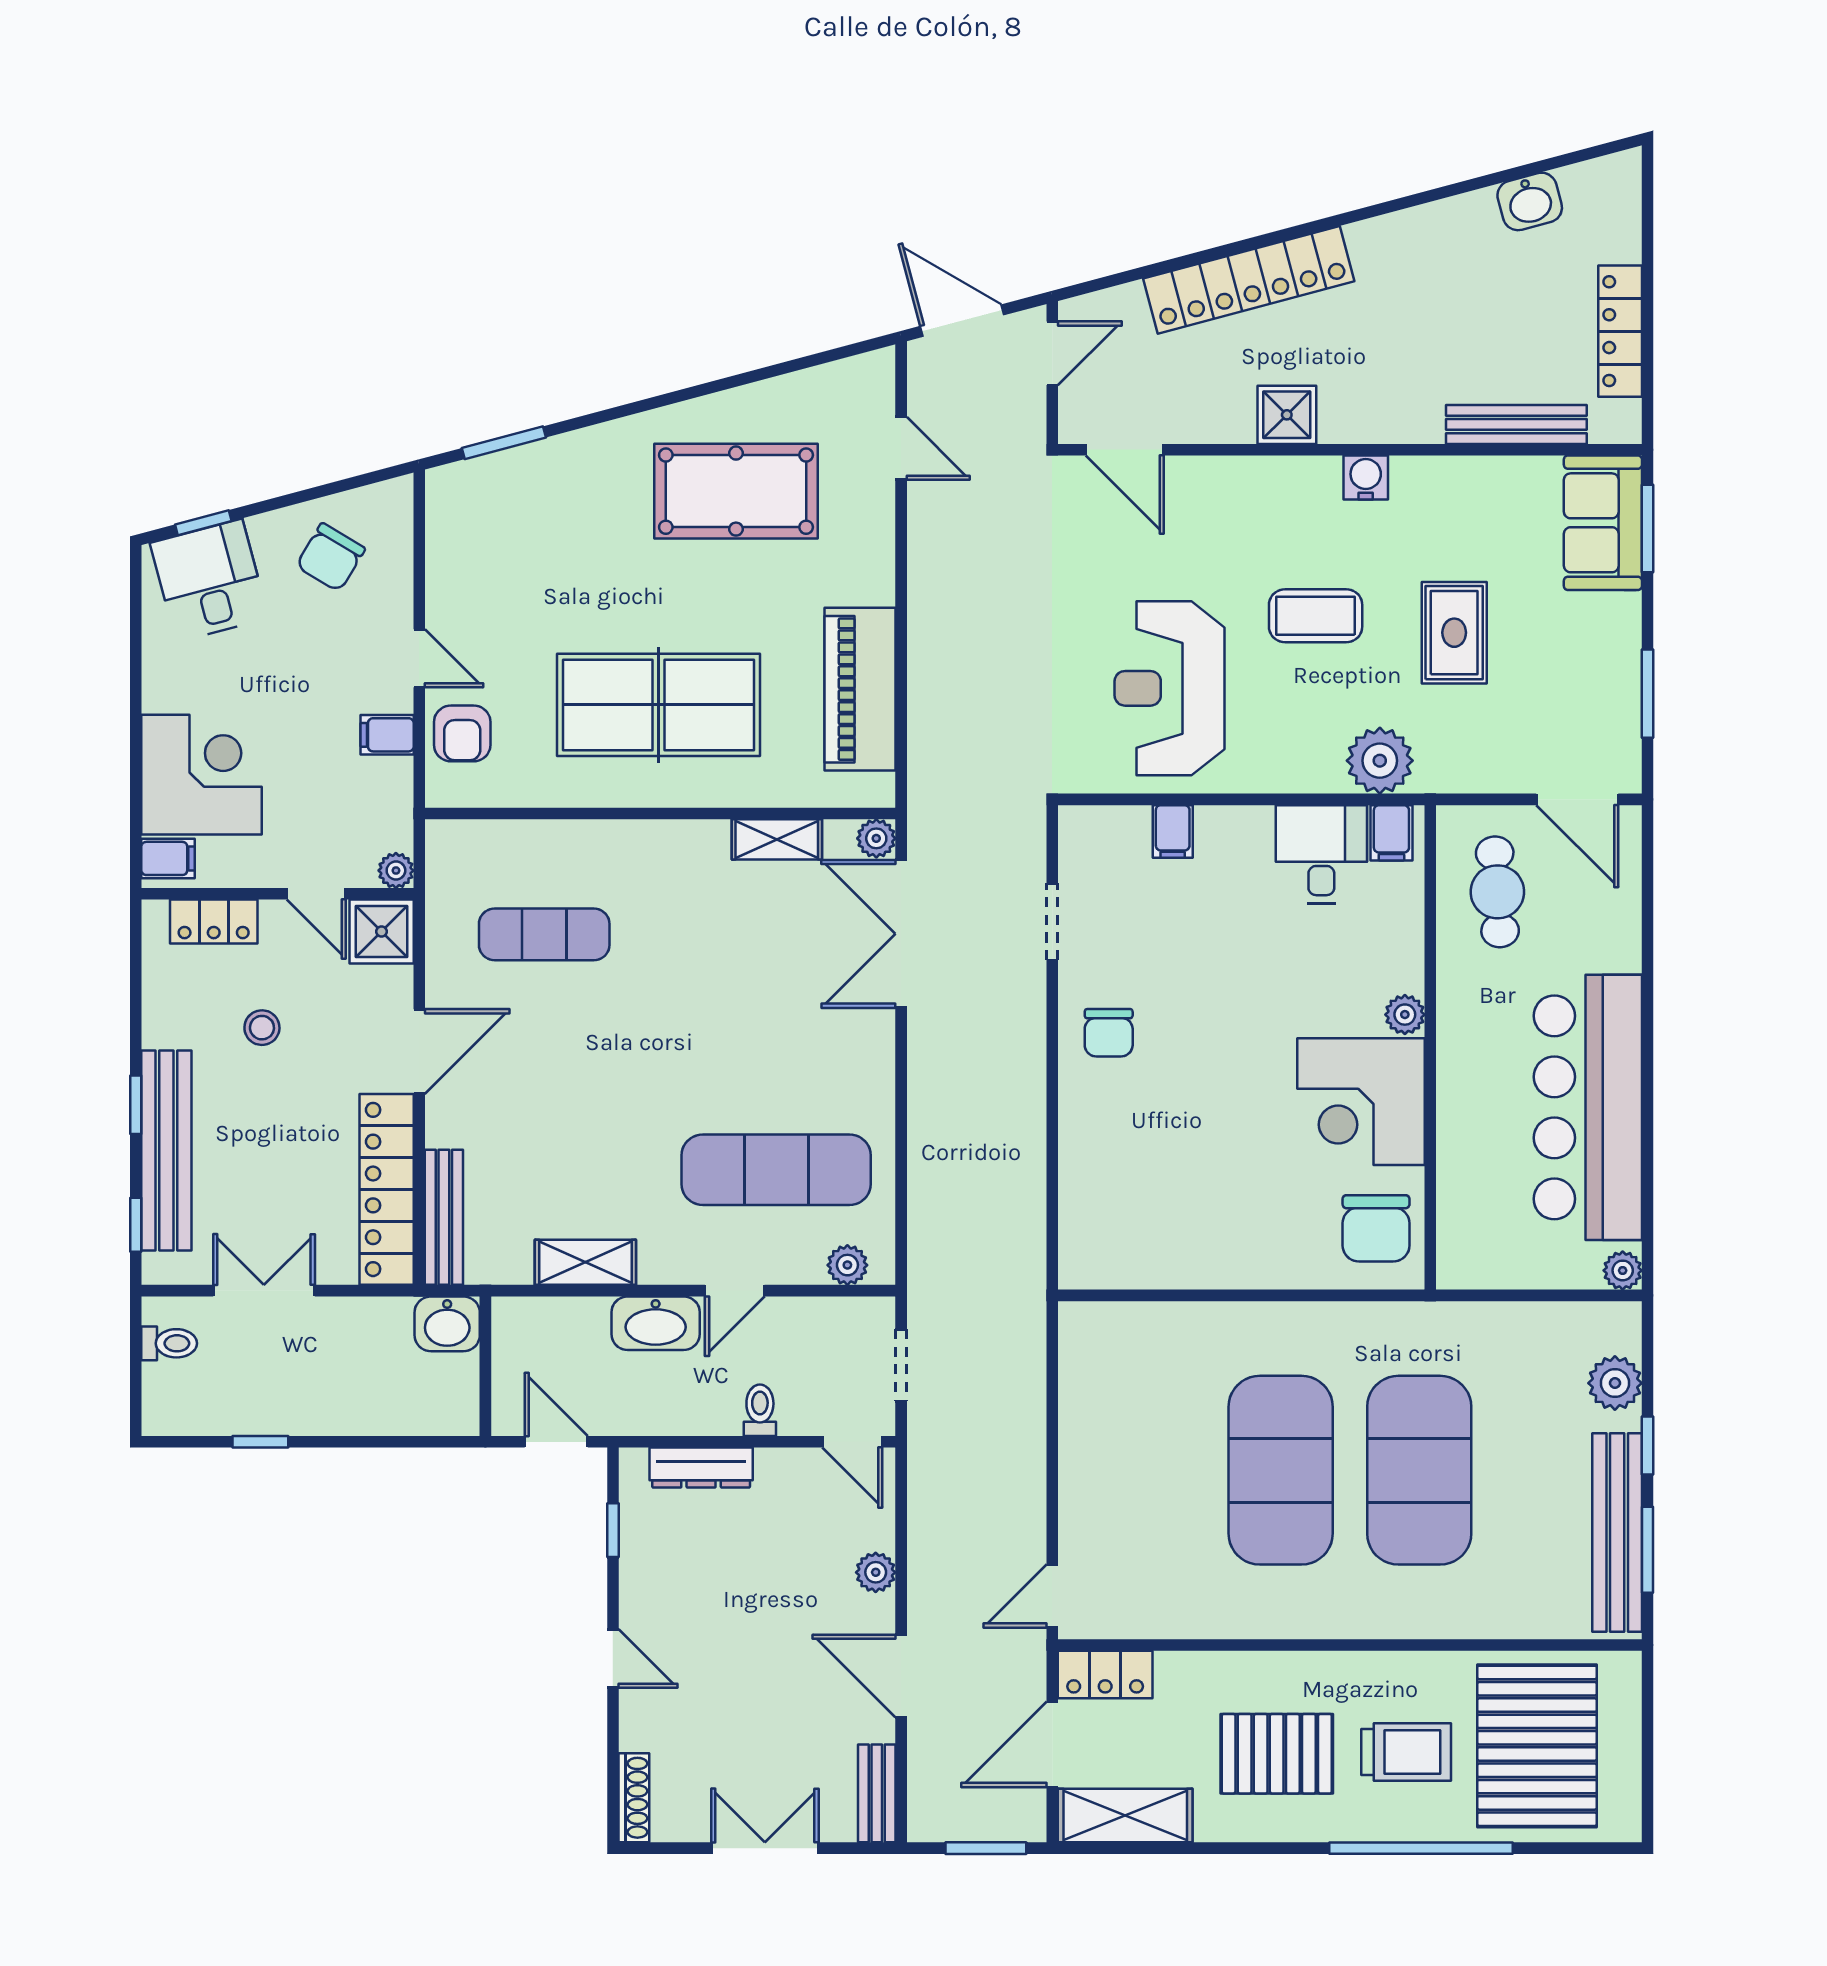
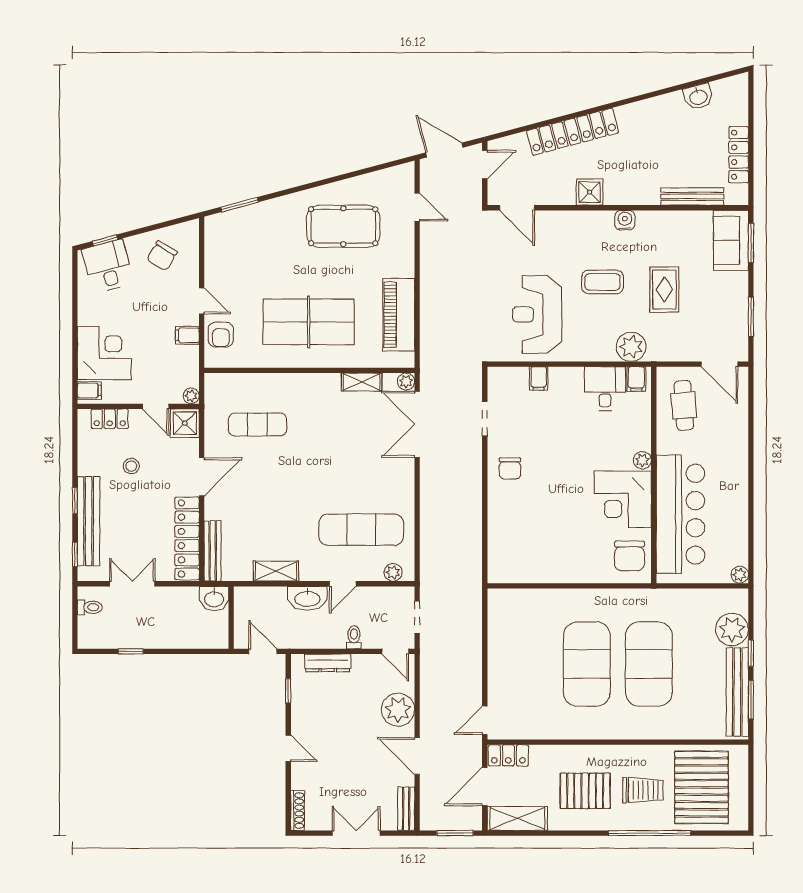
bar counter: (1588, 1107) -> (680, 514), moved, turned 180
plant: (1615, 1383) -> (732, 629), width x1.36, depth x1.36
plant: (876, 1572) -> (398, 710), width x1.88, depth x1.88

